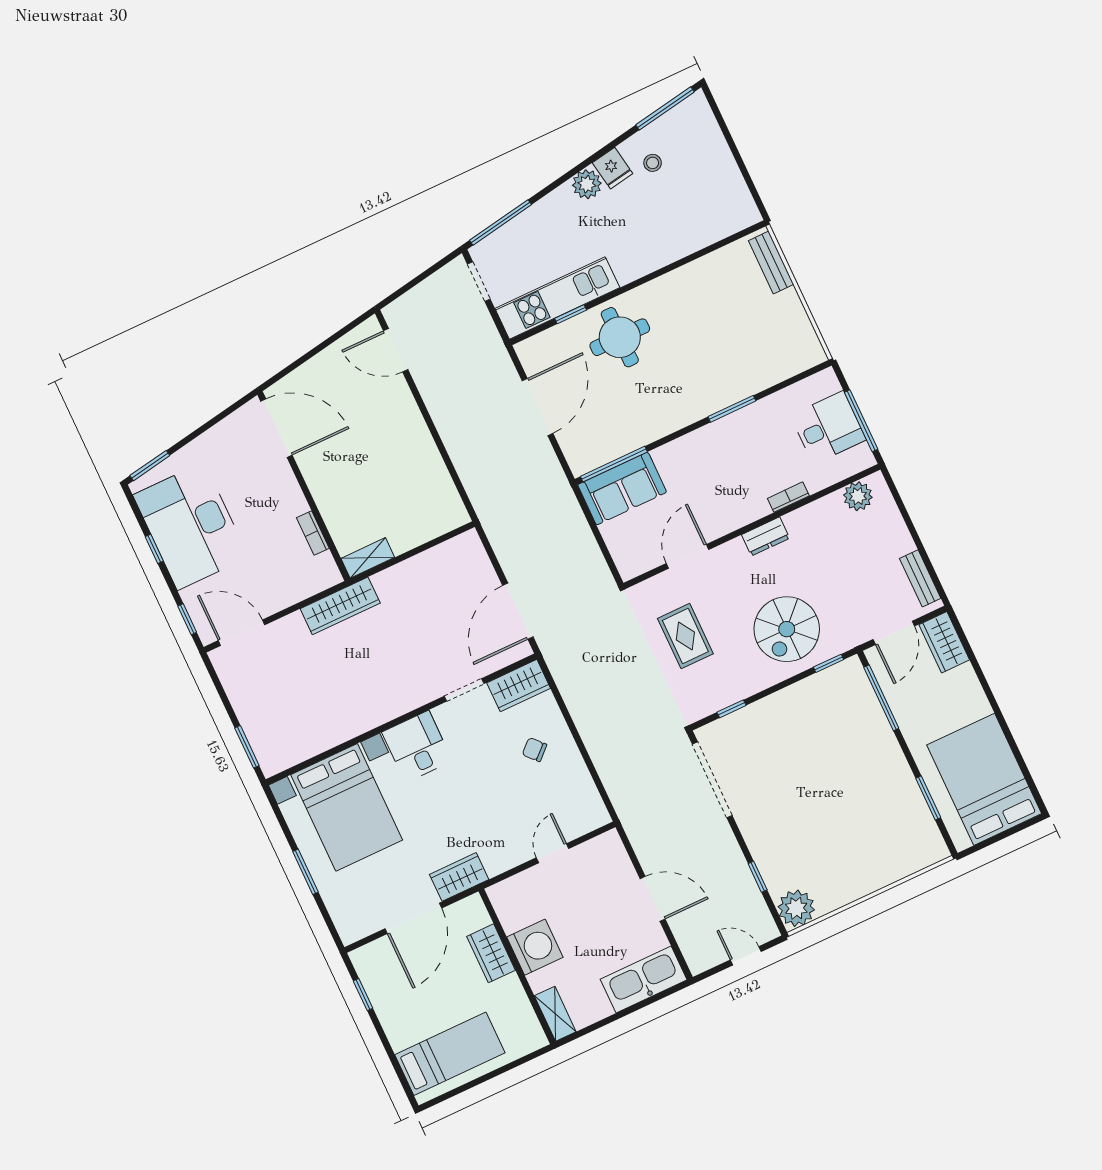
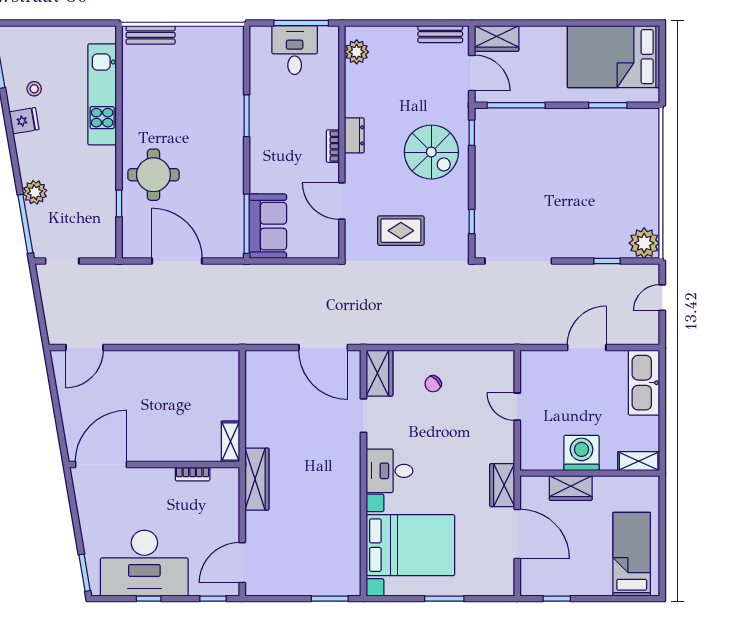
plant: (587, 184) -> (35, 192), moved
kitchen unit: (557, 298) -> (102, 94), moved
bookcase: (788, 497) -> (333, 146), moved

